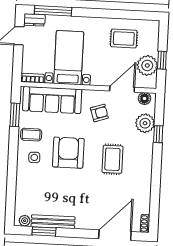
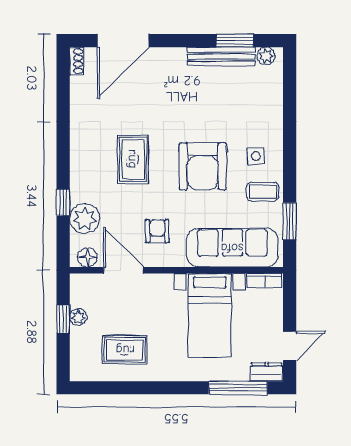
plant: (147, 65) -> (78, 317), width x0.53, depth x0.53
door: (122, 89) -> (123, 270), swing flipped
armchair: (99, 113) -> (157, 231), turned 108

